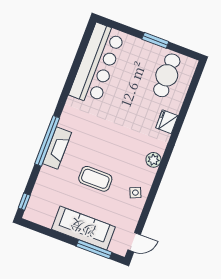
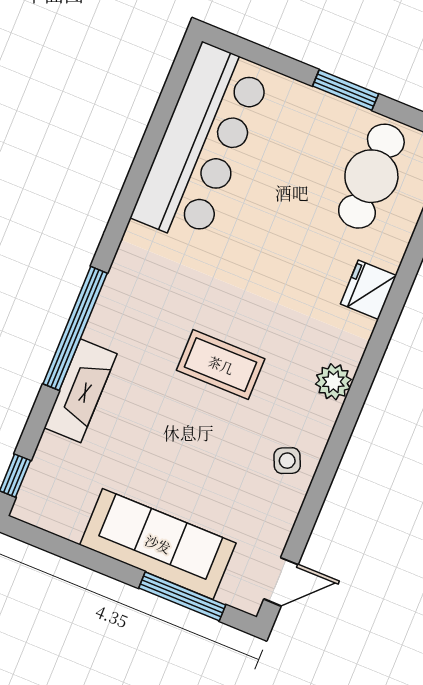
fireplace: (57, 148) -> (81, 391), moved
coffee table: (95, 179) -> (221, 365), moved

